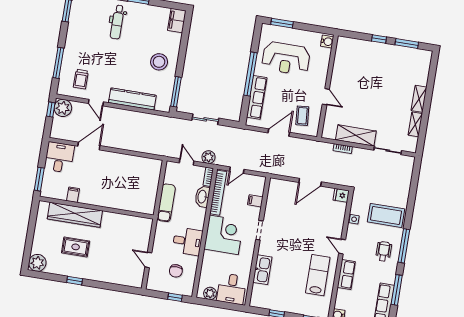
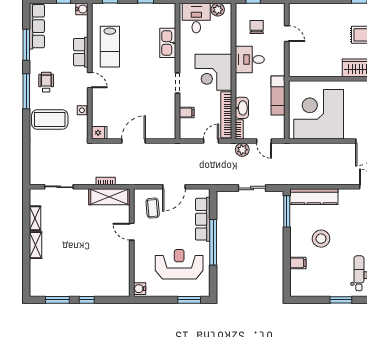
filing cabinet: (177, 21) -> (298, 263), moved, width x0.50
stool: (159, 62) -> (321, 239), moved
kitchen counter: (132, 99) -> (314, 197), moved
shelving: (356, 135) -> (109, 197), moved
corner desk: (131, 179) -> (319, 114), added
wheelchair: (384, 251) -> (46, 82), turned 180

